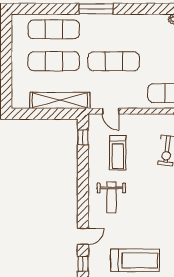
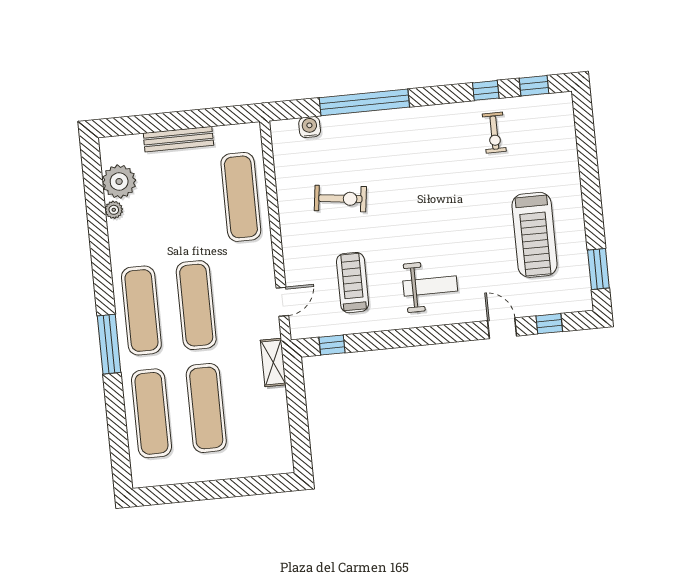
exercise mat: (114, 29) -> (141, 310), added
shelving: (60, 100) -> (273, 363), width x0.45, depth x0.75
treadmill: (118, 153) -> (353, 283), turned -90
treadmill: (135, 260) -> (535, 235), turned 180

